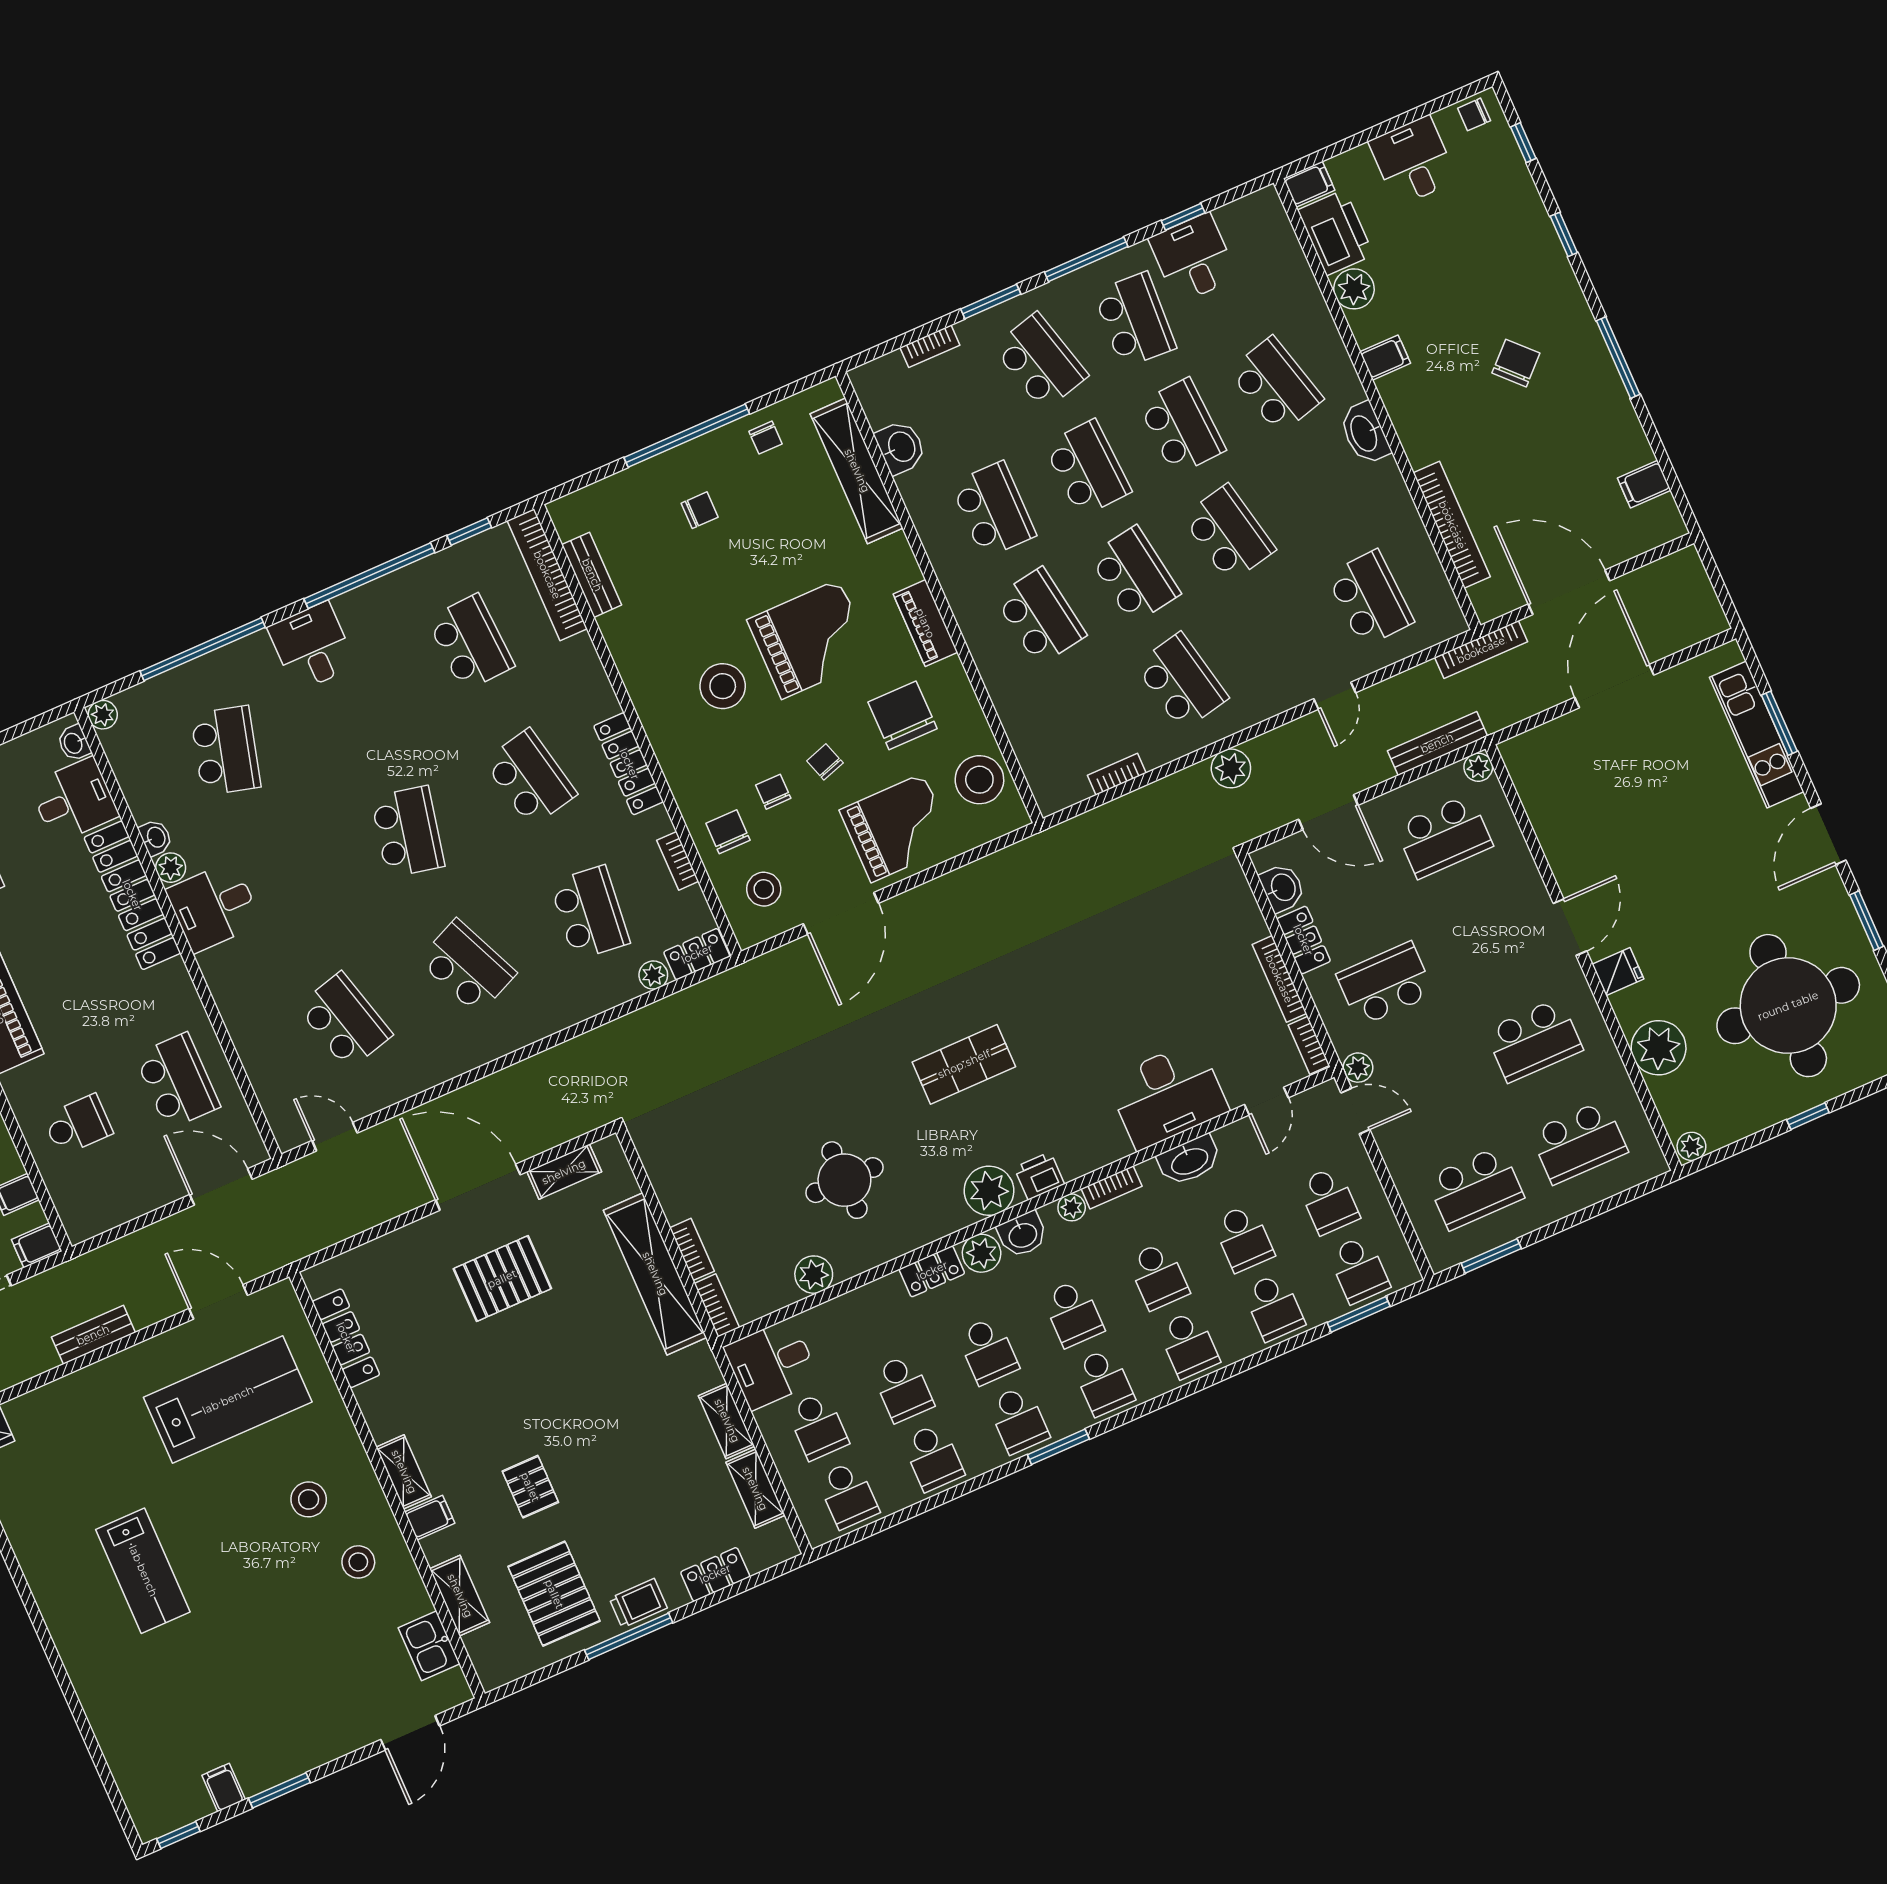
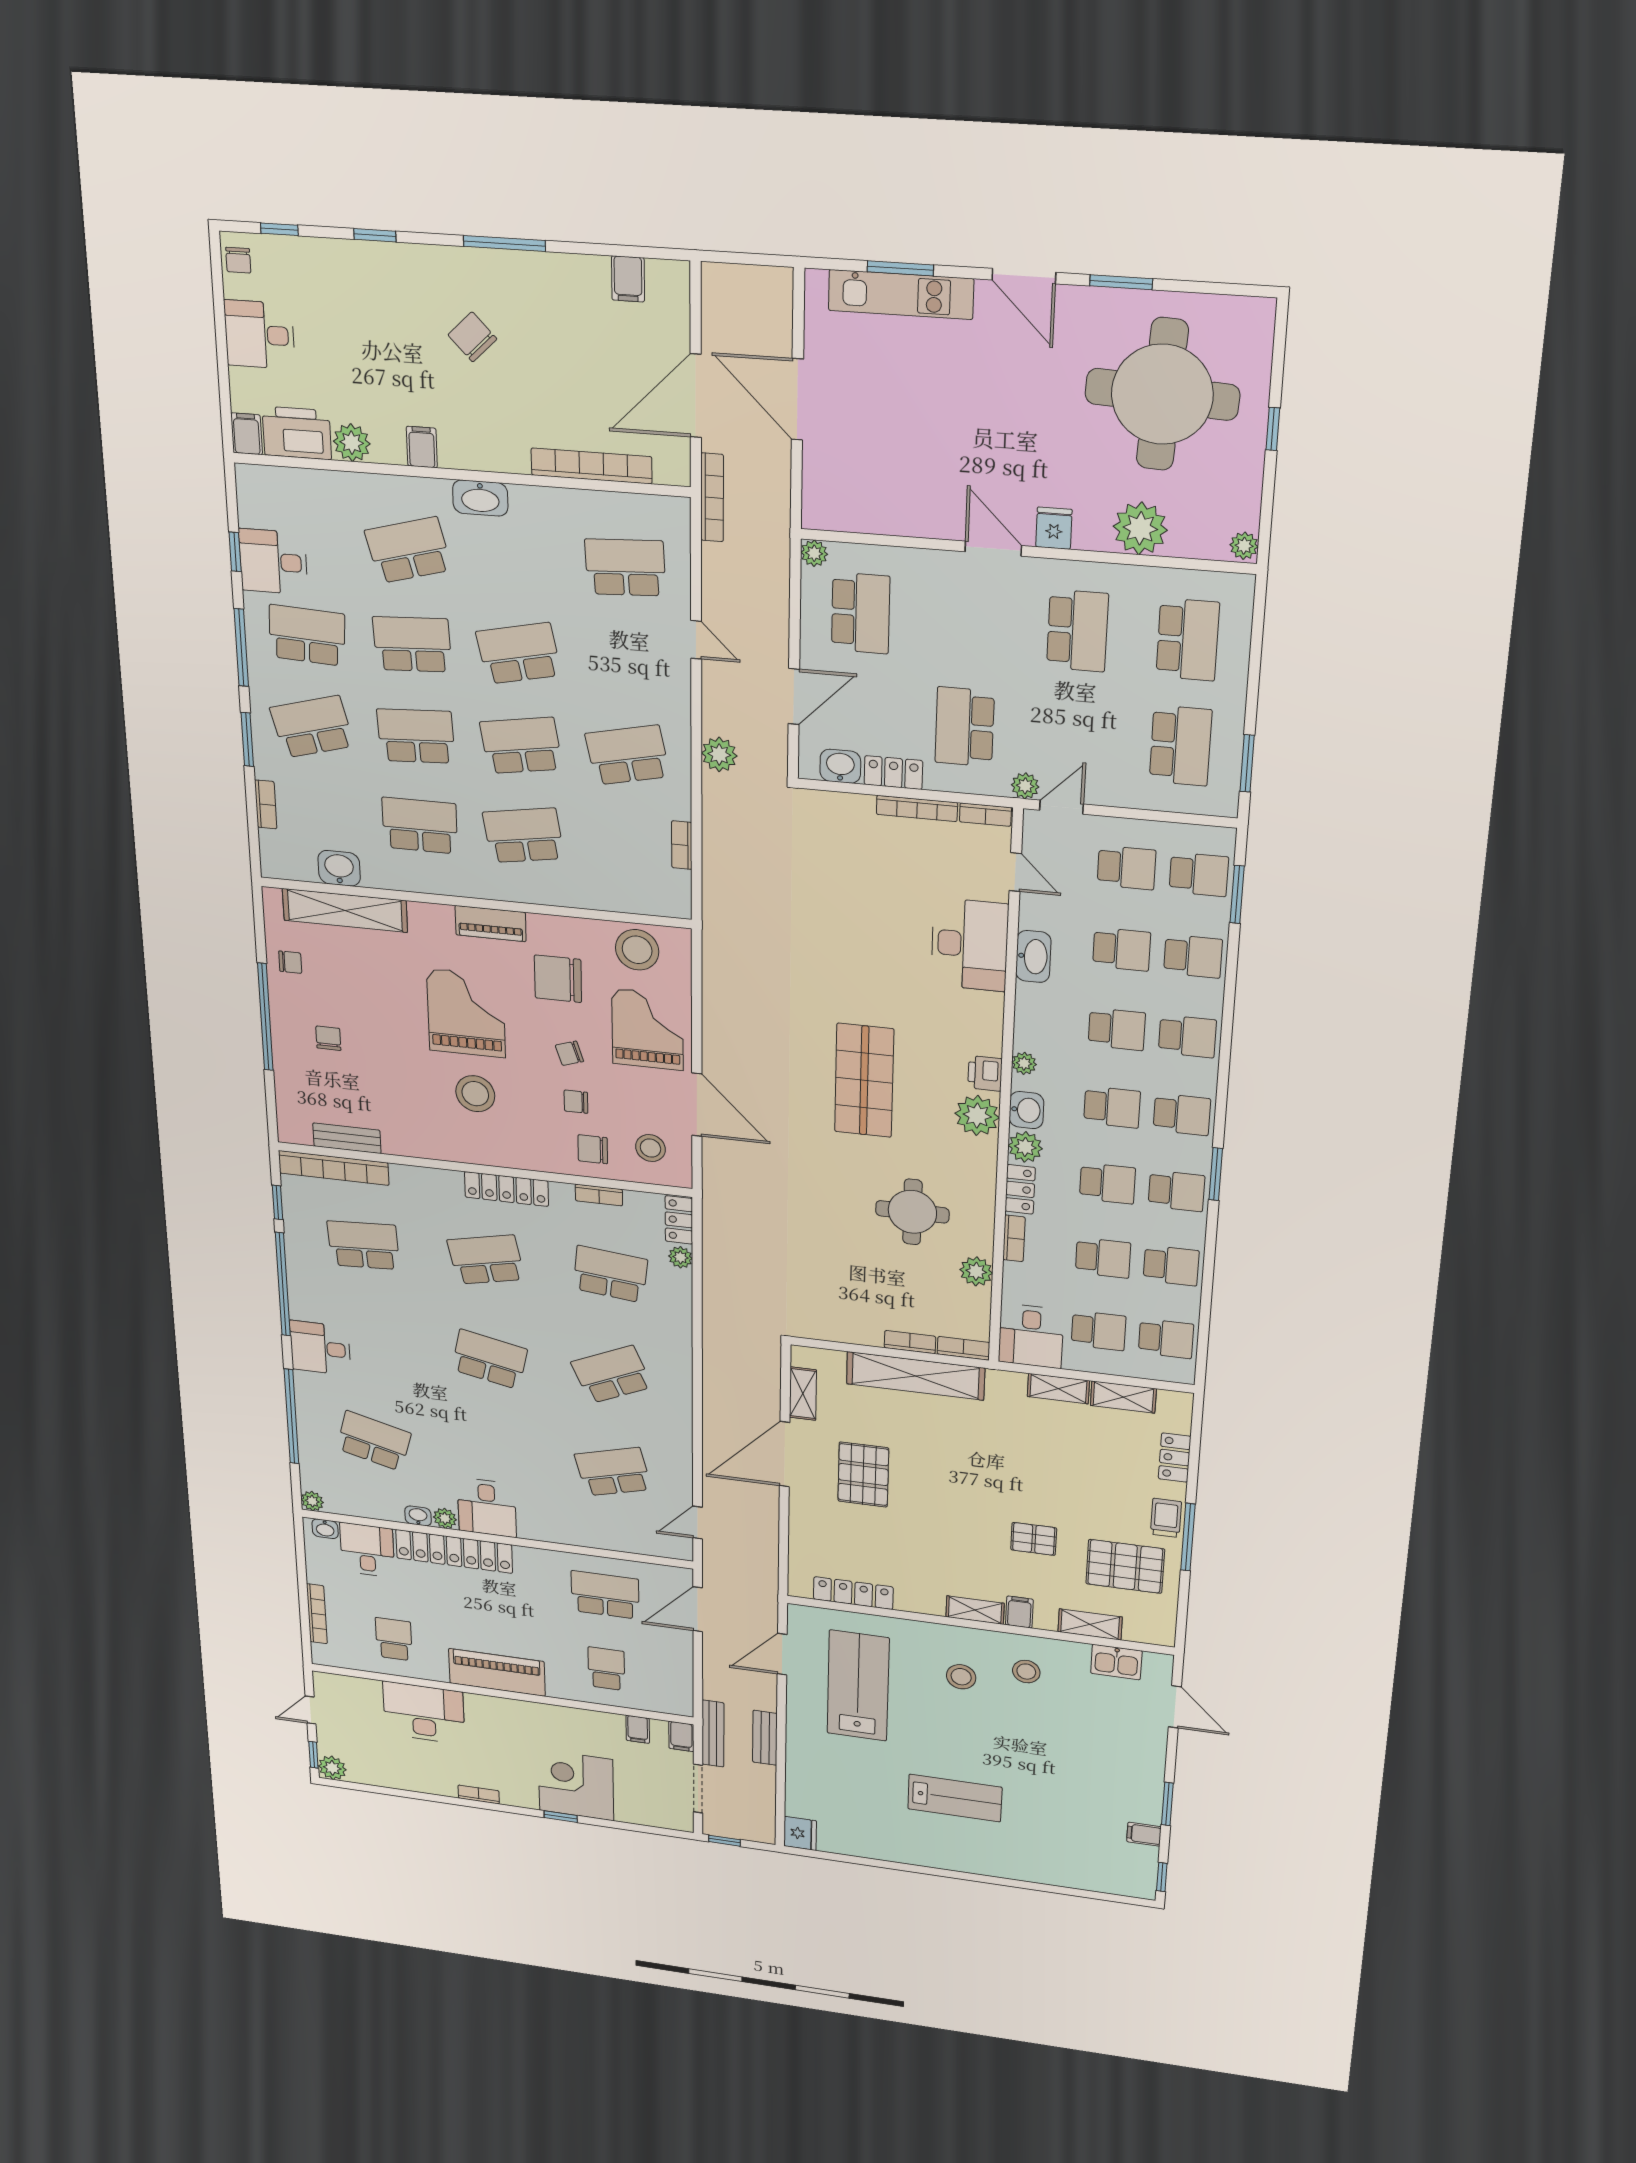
bench: (1437, 743) -> (713, 1734), moved
shop shelf: (964, 1064) -> (864, 1080), width x1.43, depth x1.36
bookcase: (1112, 1187) -> (1014, 1238), moved

